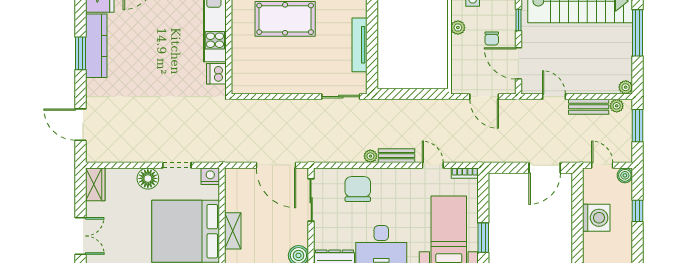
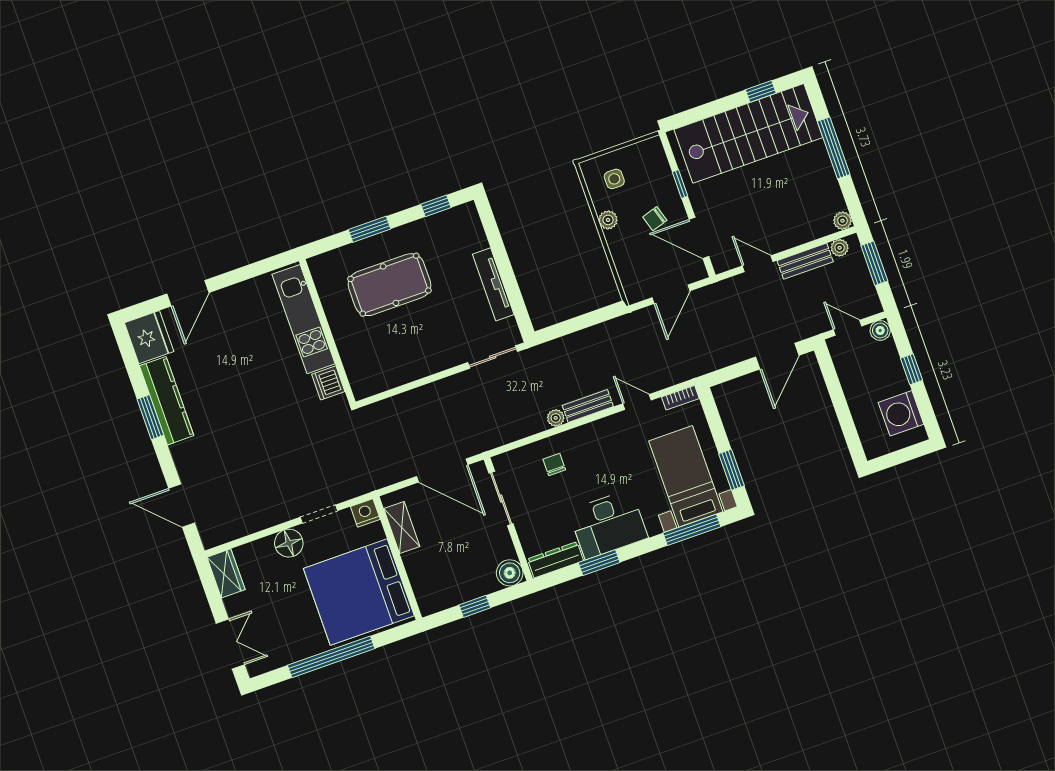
chair: (492, 38) -> (655, 219), turned 73
door: (484, 97) -> (671, 294), hinge flipped
chair: (358, 189) -> (554, 464), width x0.54, depth x0.54
washing machine: (596, 218) -> (901, 413), moved, turned 180
shelving: (233, 231) -> (402, 528), moved

